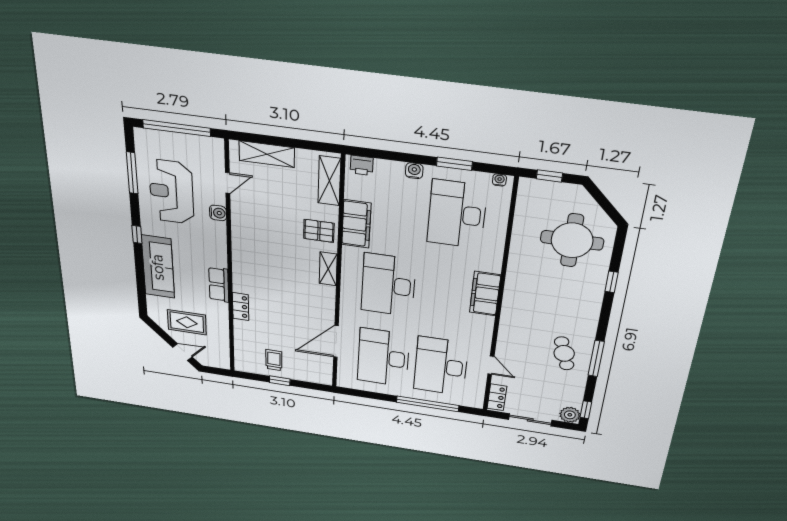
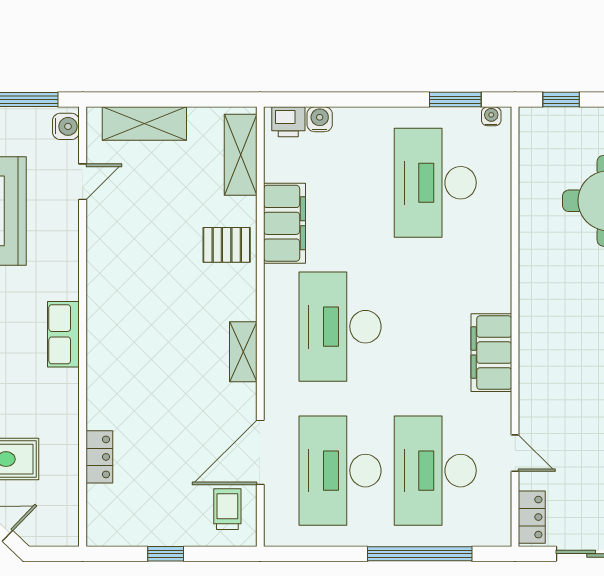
window: (454, 164) -> (455, 100), moved
water cooler: (414, 171) -> (320, 119), moved
water cooler: (218, 213) -> (66, 126), moved
shelving: (328, 269) -> (243, 352), moved
row of seats: (219, 285) -> (63, 334), moved
filing cabinet: (485, 294) -> (491, 353), moved
locker: (241, 307) -> (99, 457), moved
trolley: (274, 360) -> (227, 509), moved

